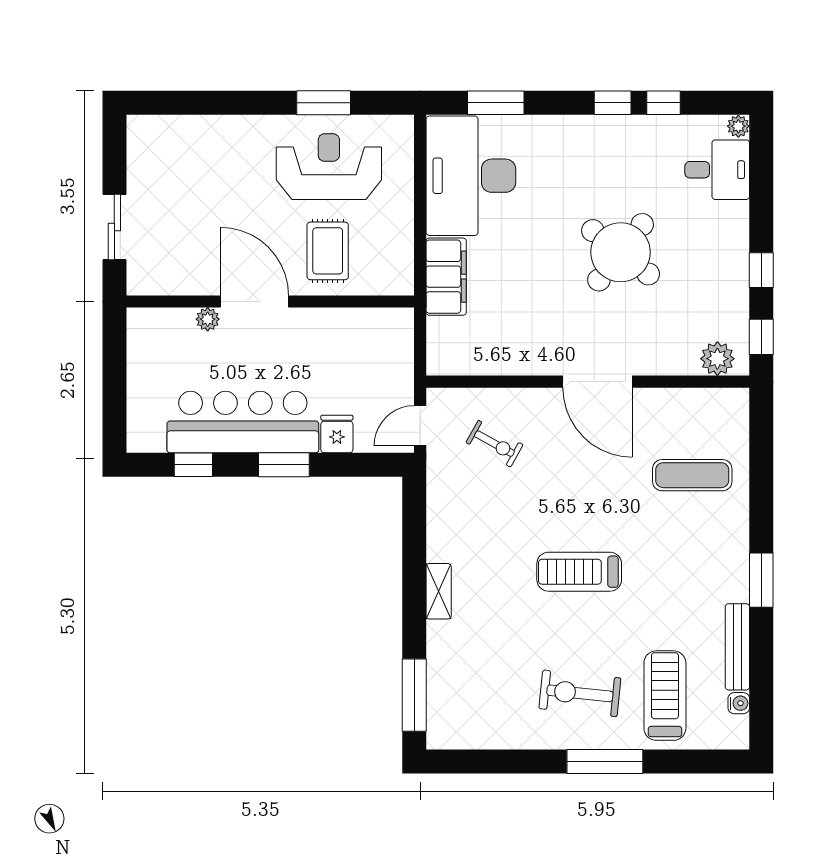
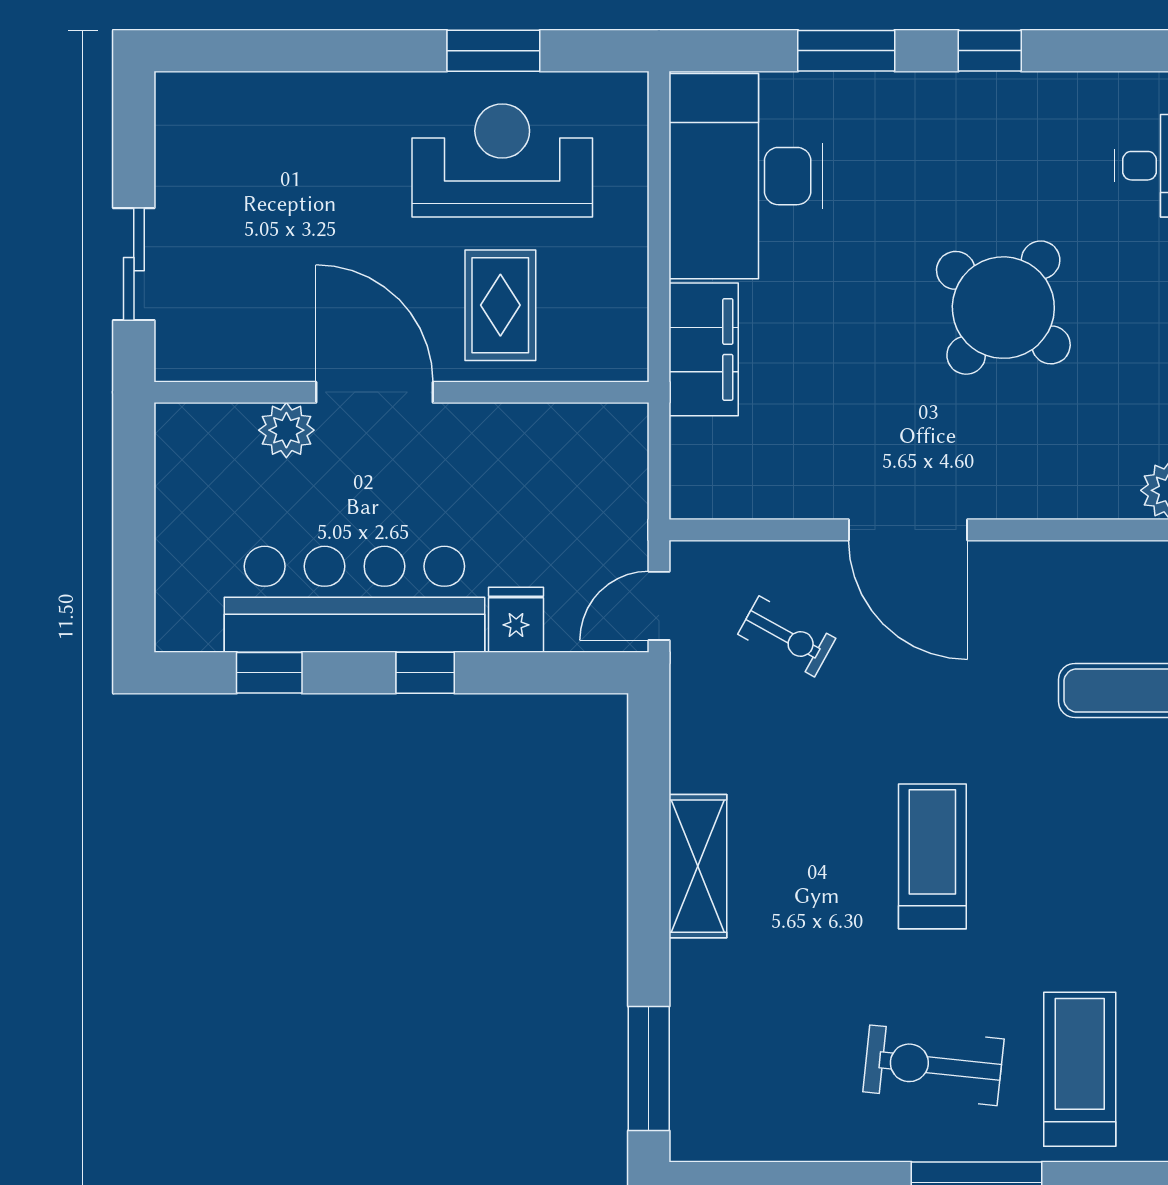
window: (496, 103) -> (846, 51), moved
window: (663, 103) -> (1077, 51), removed
plant: (208, 319) -> (286, 430), width x1.38, depth x1.38
door: (597, 382) -> (908, 530), moved
window: (284, 465) -> (425, 673), width x0.67
treadmill: (579, 572) -> (932, 856), turned 90
shelving: (439, 591) -> (698, 866), width x1.50, depth x1.33

